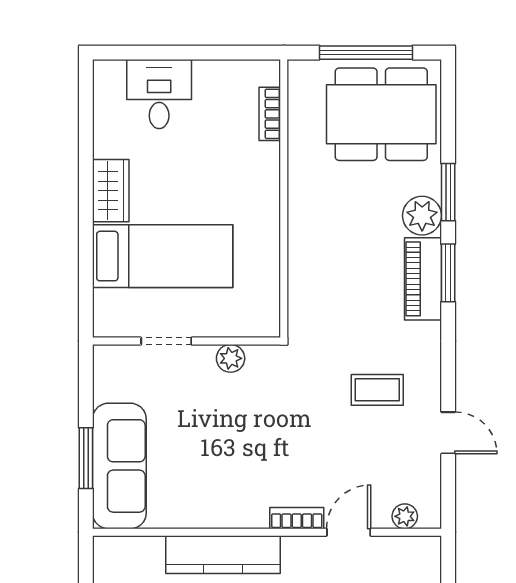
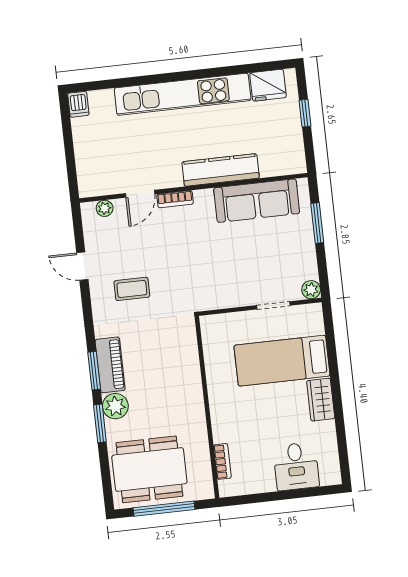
plant: (231, 358) -> (311, 290), moved
sofa: (119, 466) -> (257, 201), moved, turned -90

